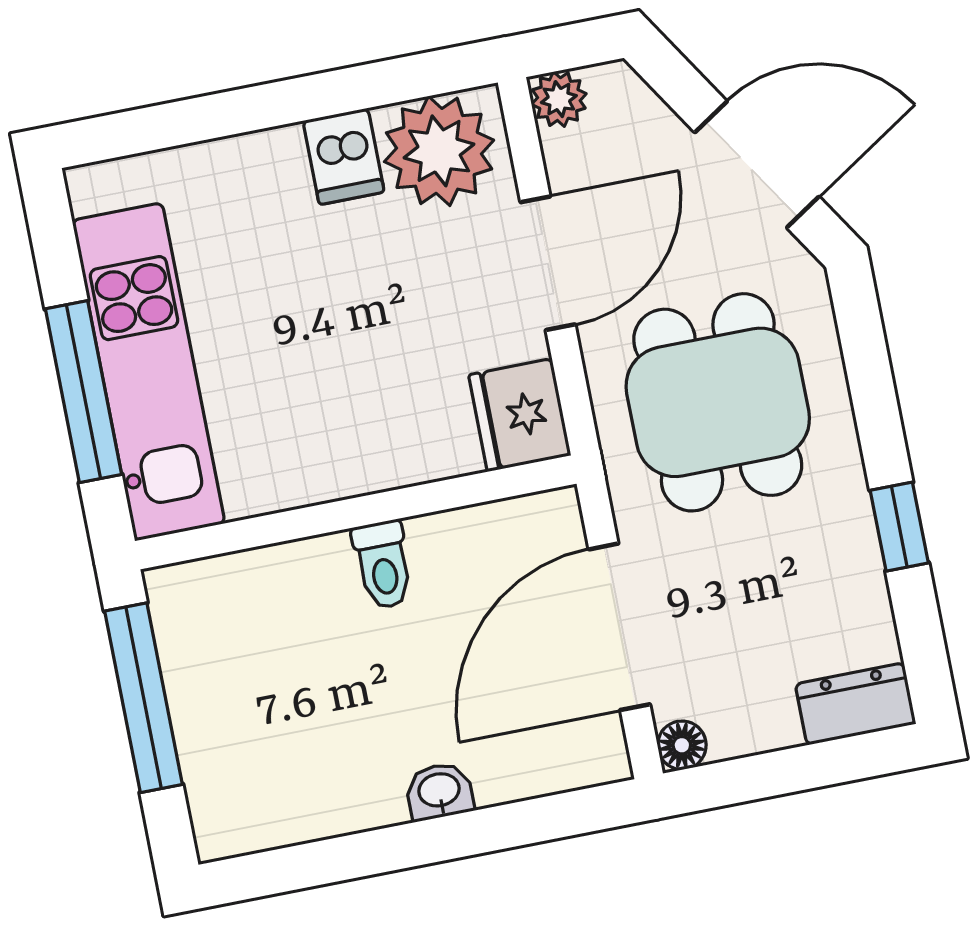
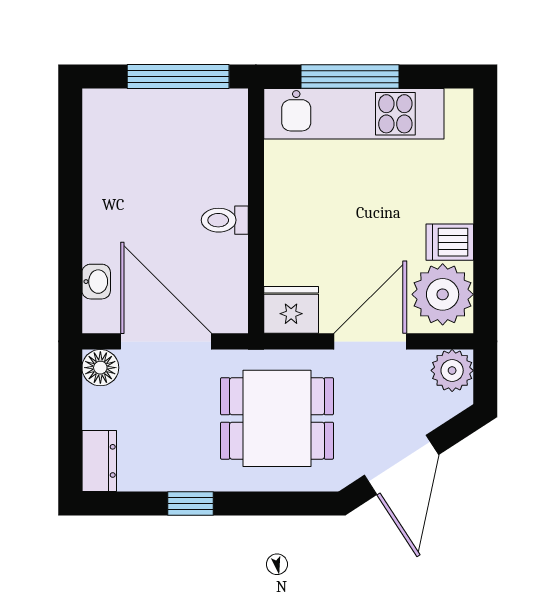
plant: (559, 99) -> (452, 370), width x1.38, depth x1.38
door: (548, 263) -> (370, 341), swing flipped
floor lamp: (682, 745) -> (100, 368), width x1.37, depth x1.37
washbasin: (439, 791) -> (96, 282), moved

